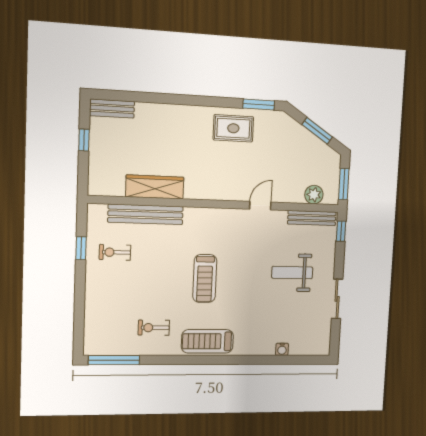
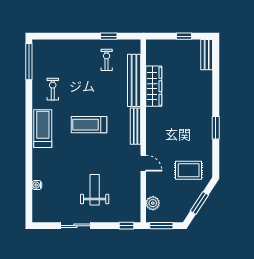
window: (259, 104) -> (216, 128), moved
rug: (233, 128) -> (189, 170), moved, turned 90
bench: (312, 218) -> (136, 126), moved

